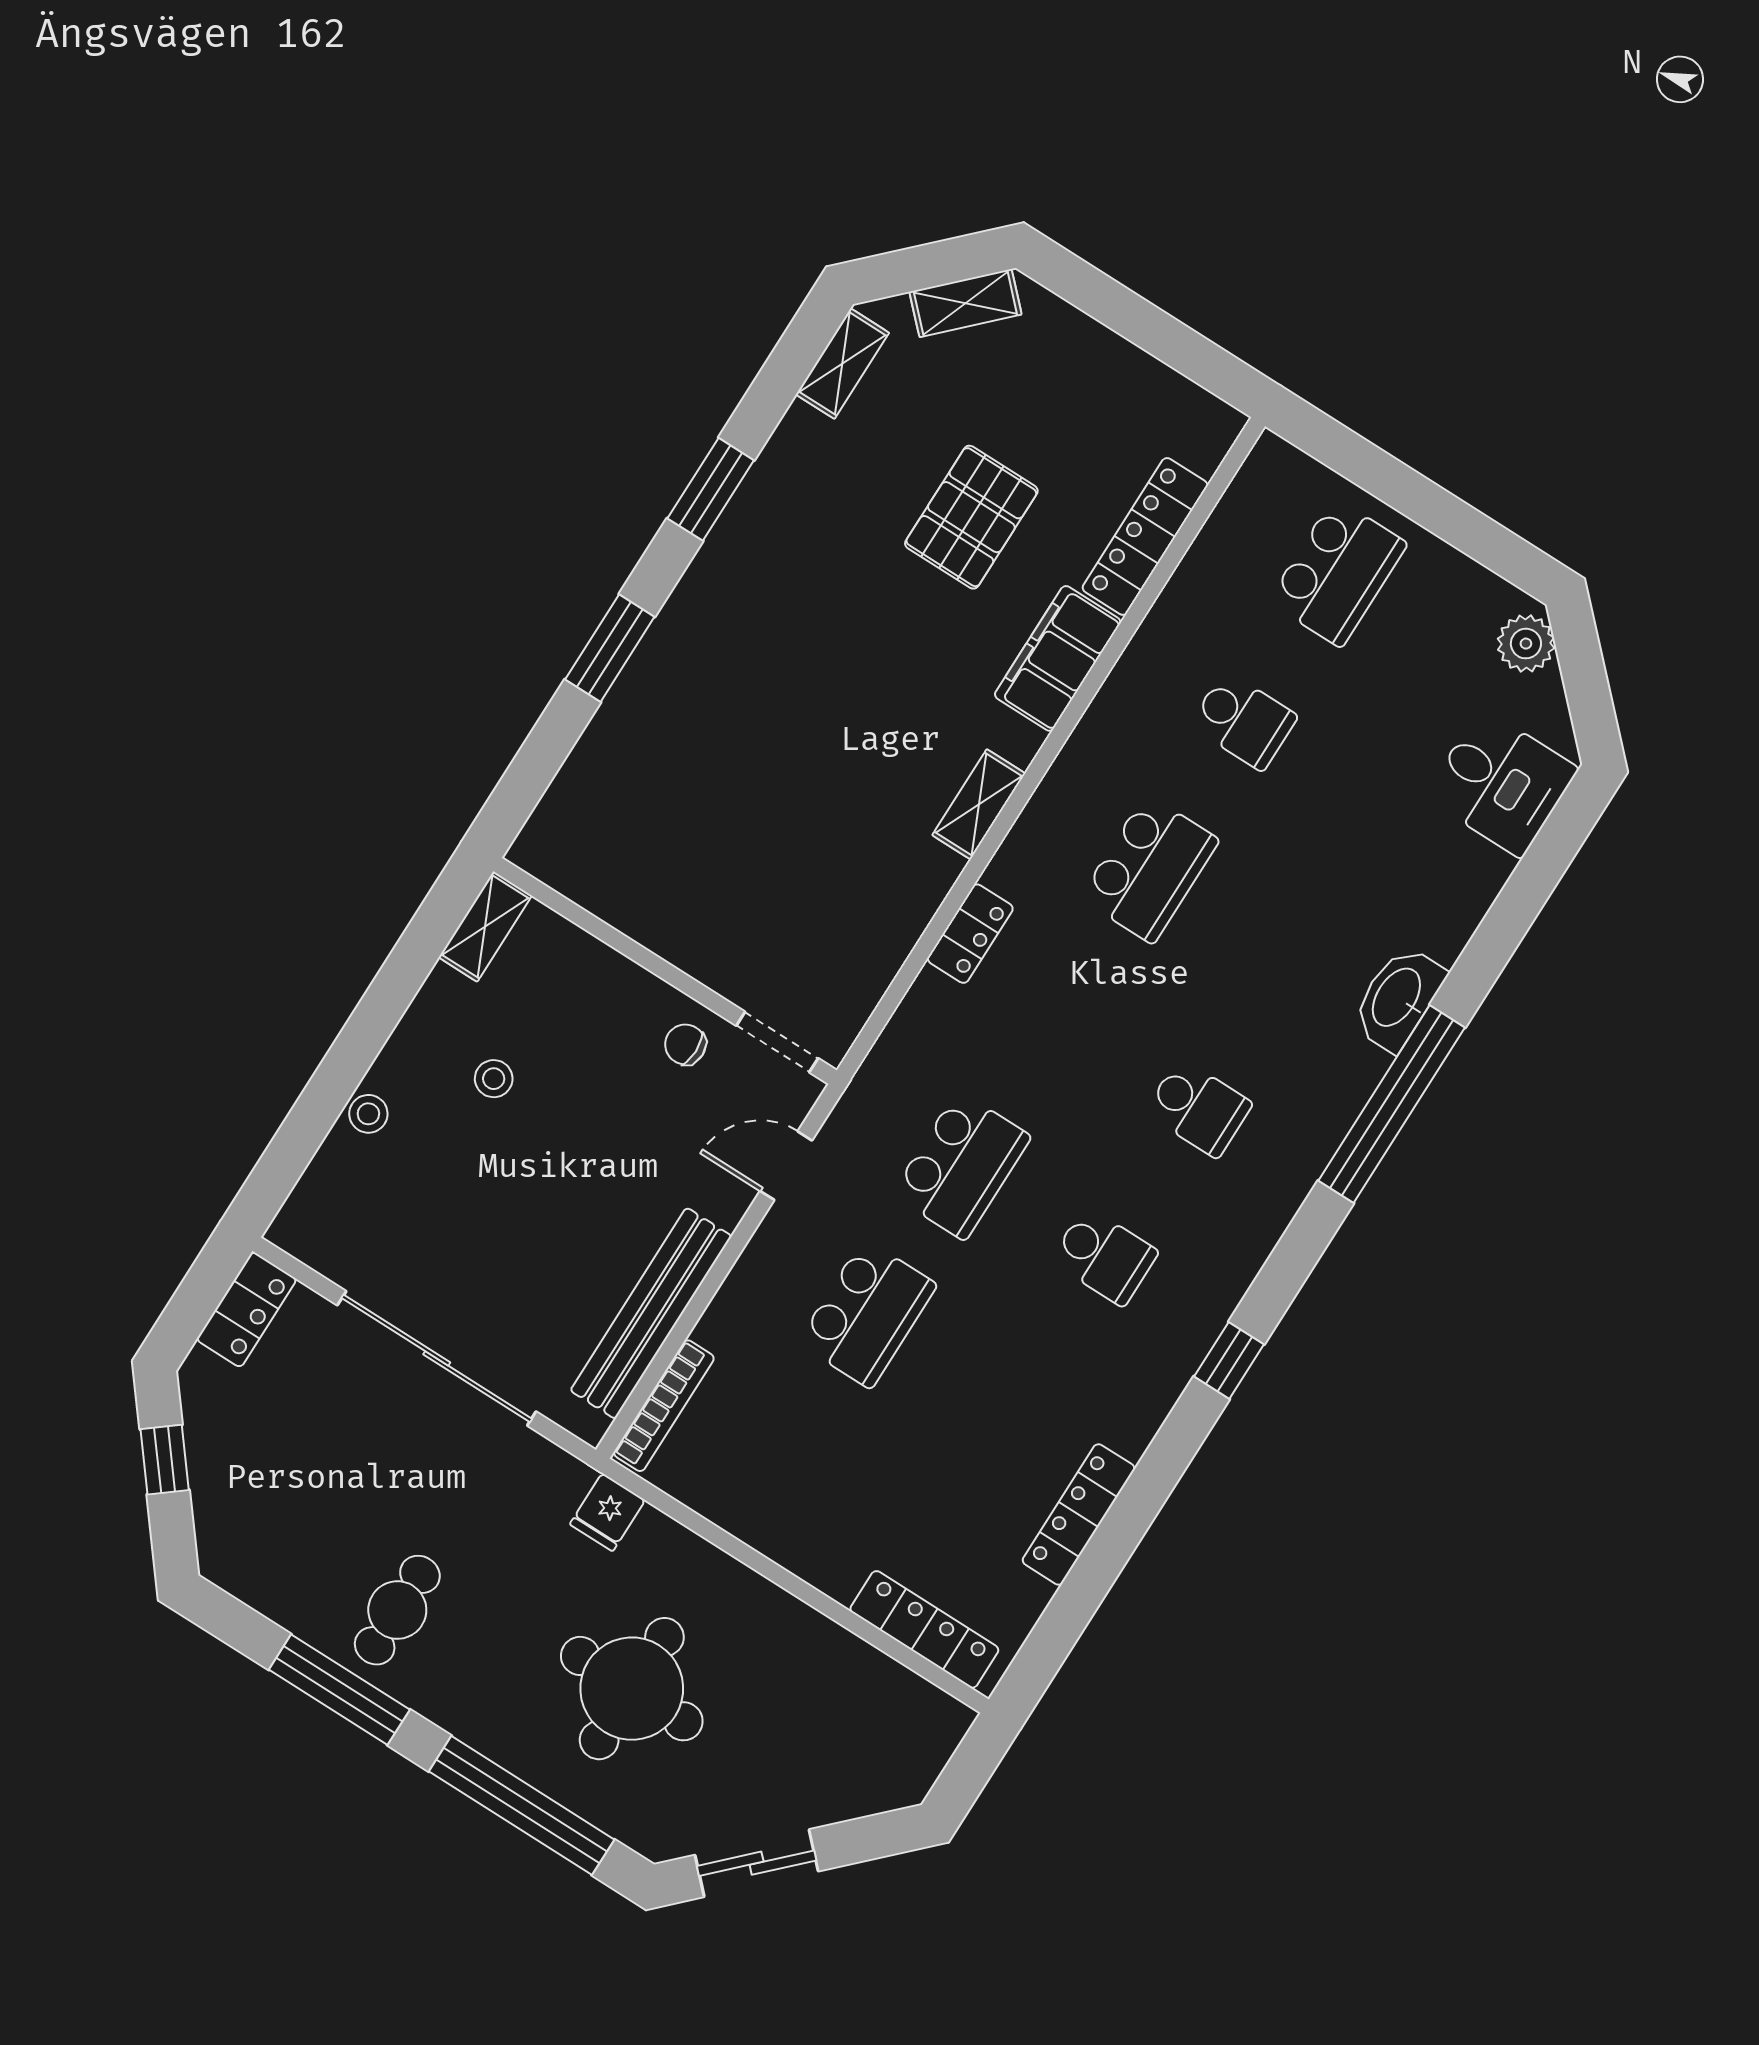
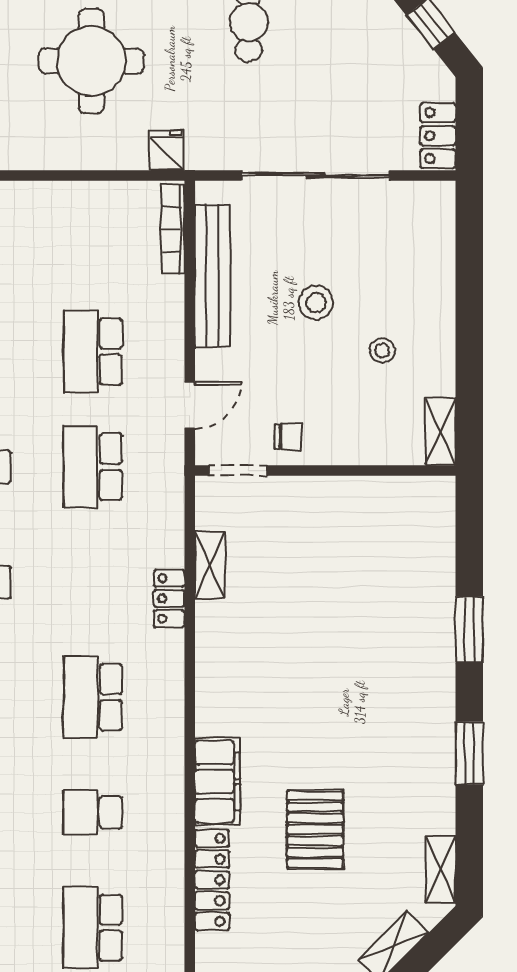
shelving: (979, 804) -> (210, 565), moved
stool: (368, 1114) -> (316, 303), moved, width x1.37, depth x1.37

